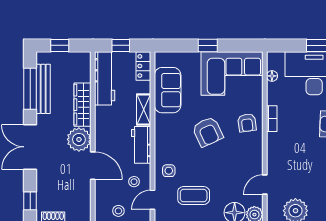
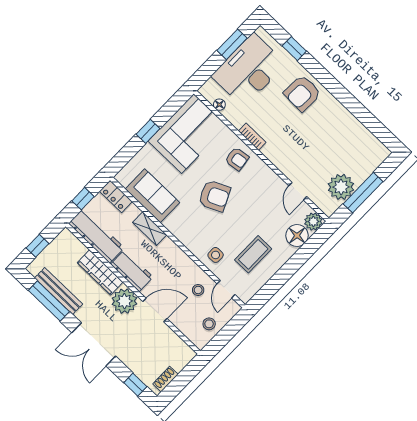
workbench: (141, 145) -> (132, 271), moved, turned 180

